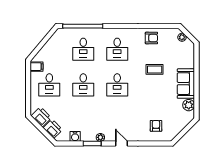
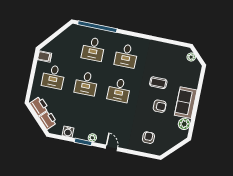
armchair: (151, 38) -> (160, 106), moved

